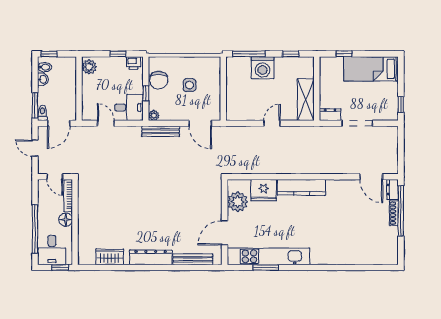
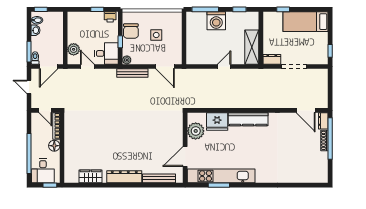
plant: (89, 67) -> (74, 49), moved

